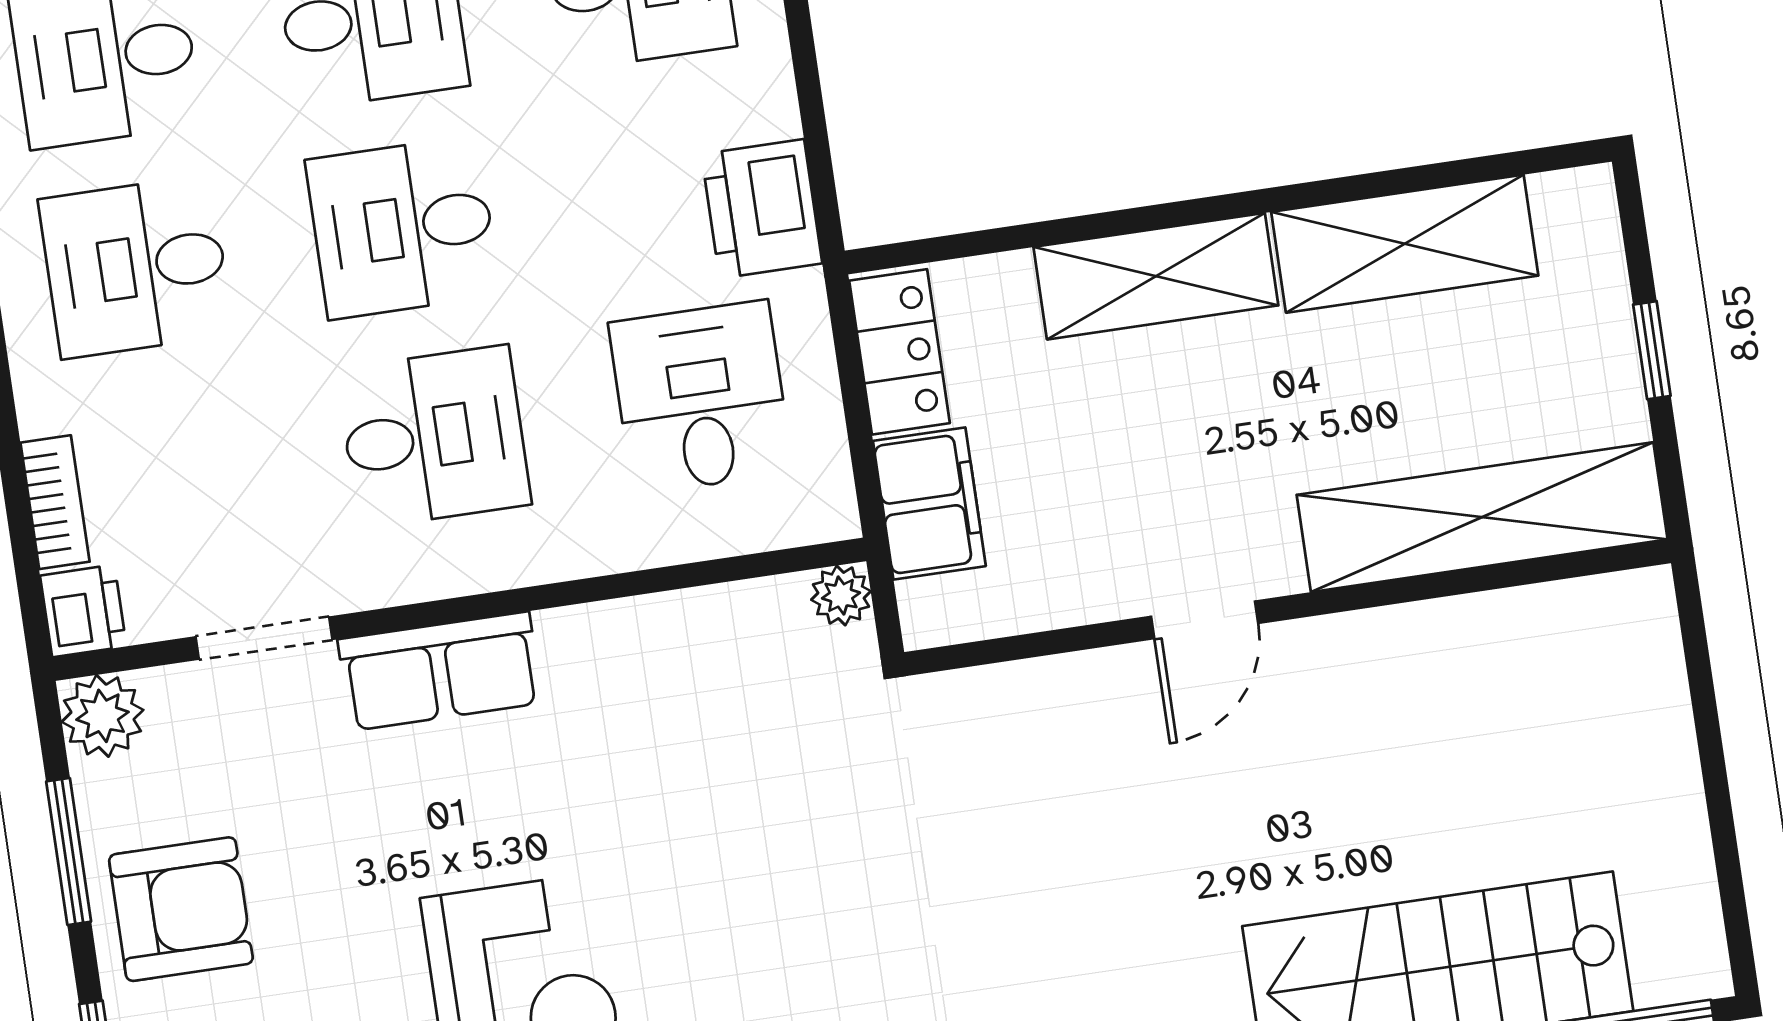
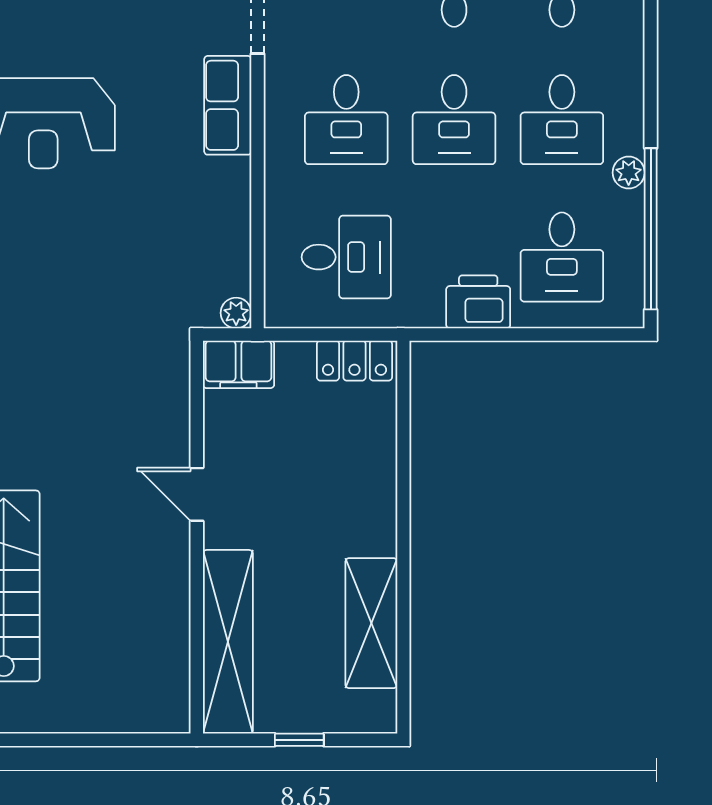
printer: (762, 209) -> (478, 302), moved
desk: (403, 227) -> (454, 120), turned 180
shelving: (1156, 276) -> (373, 495), removed
filing cabinet: (929, 503) -> (238, 364), moved

